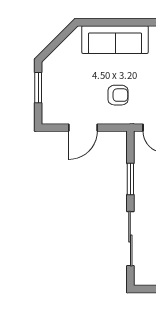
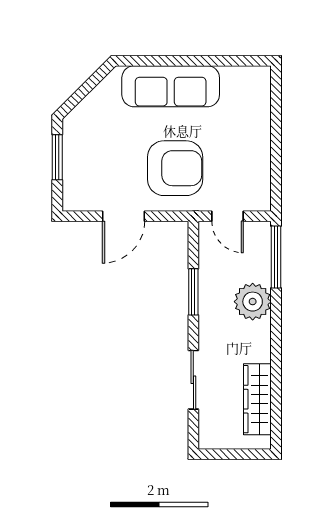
armchair: (118, 95) -> (175, 168), width x1.88, depth x1.88
sliding door: (130, 239) -> (193, 380), width x0.73

